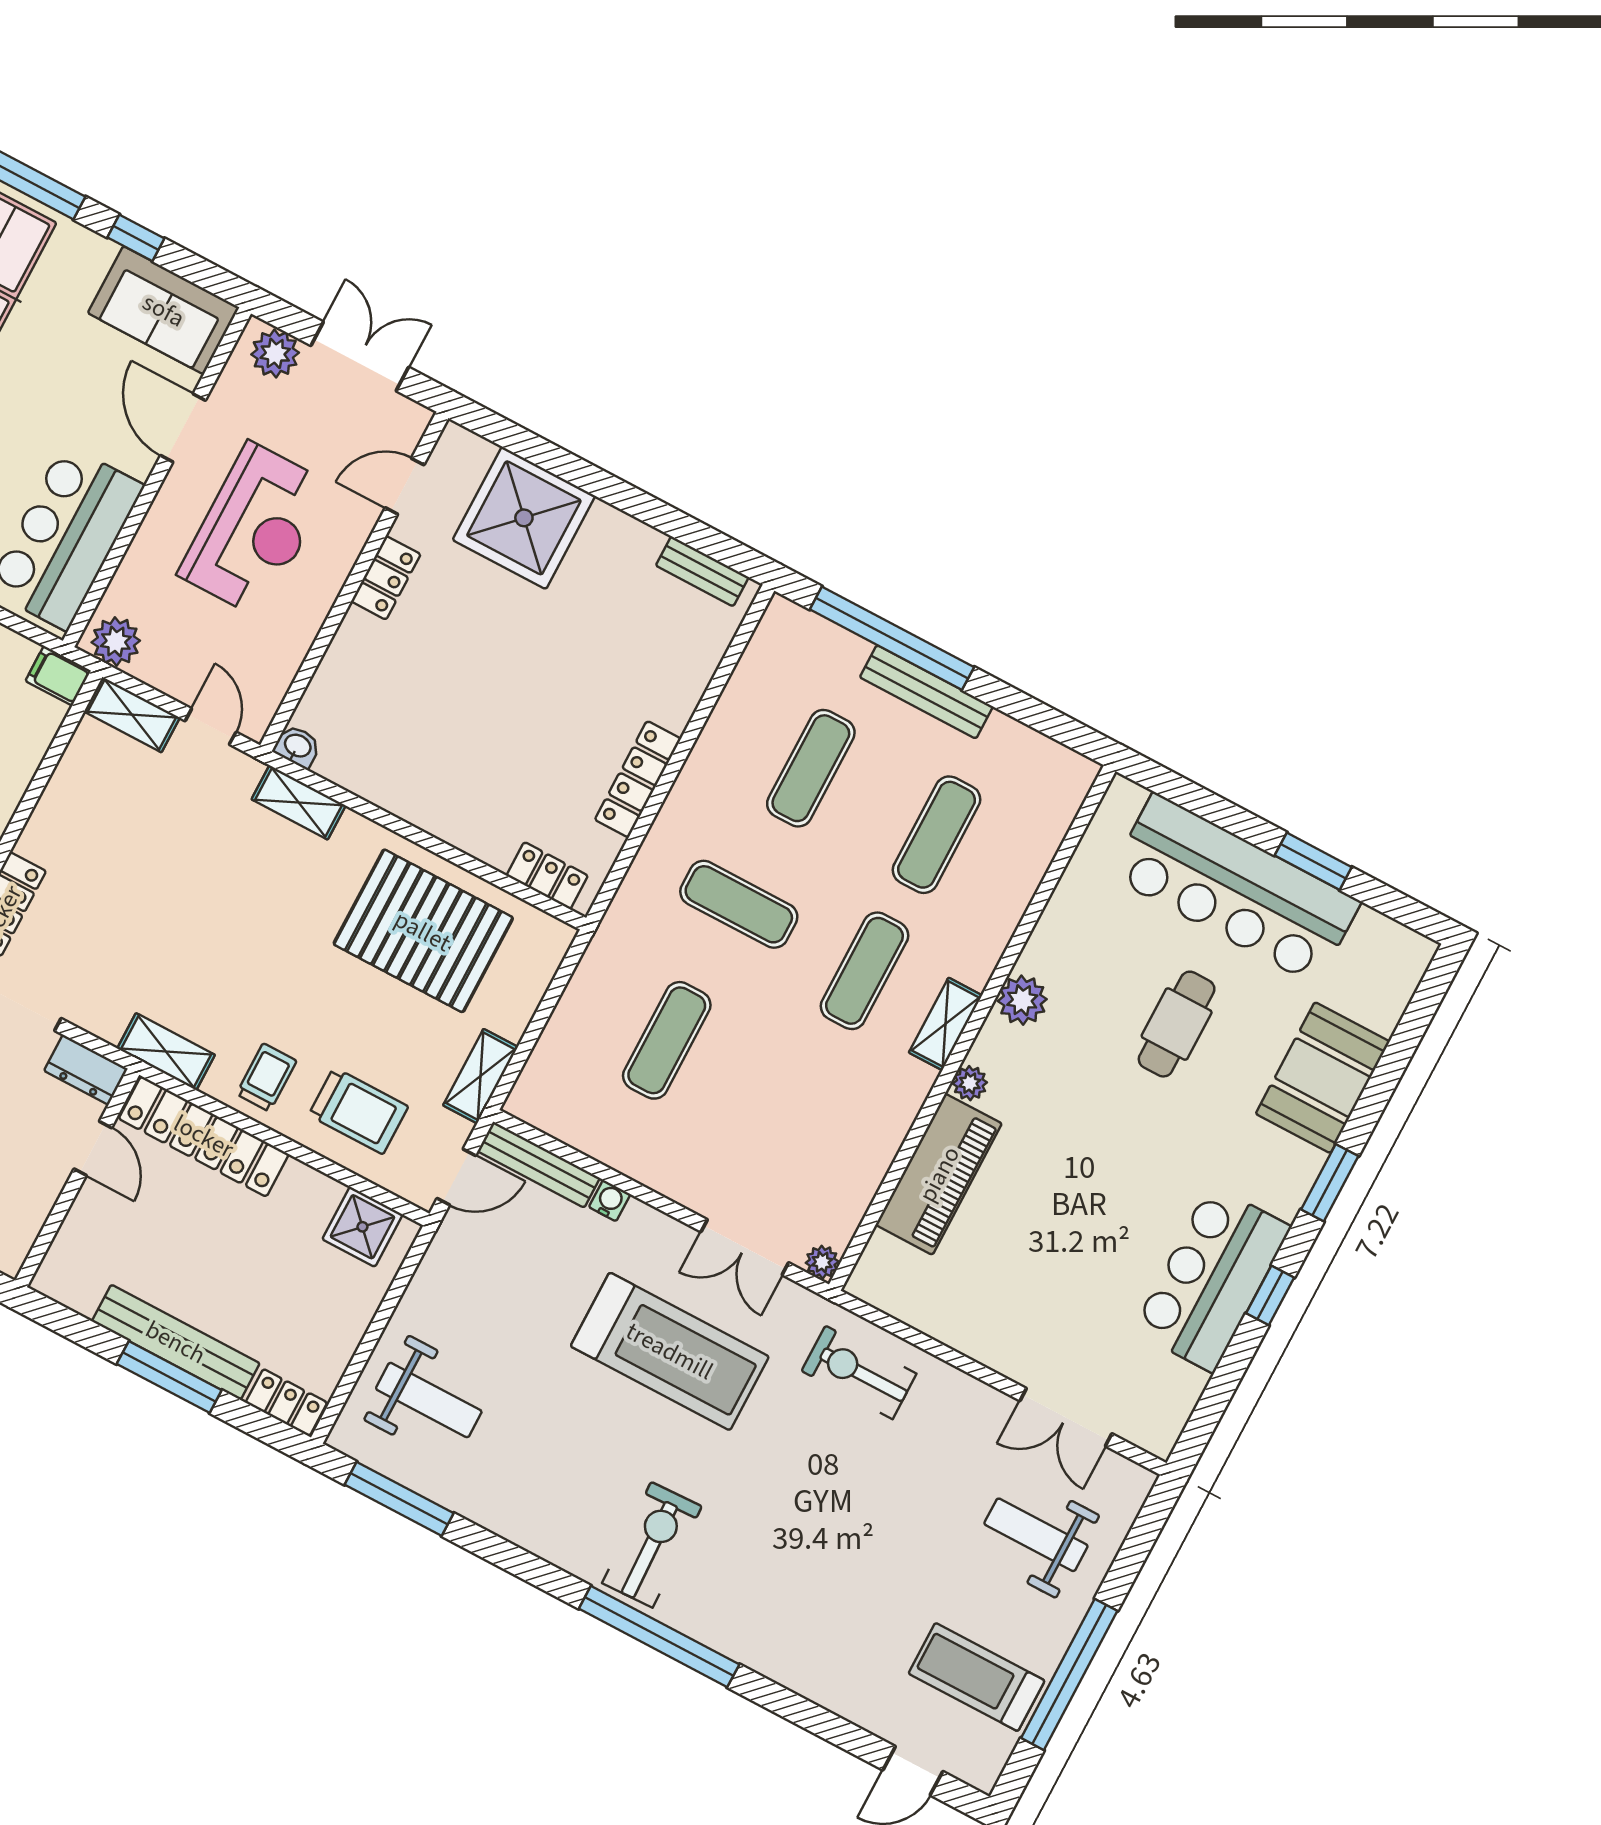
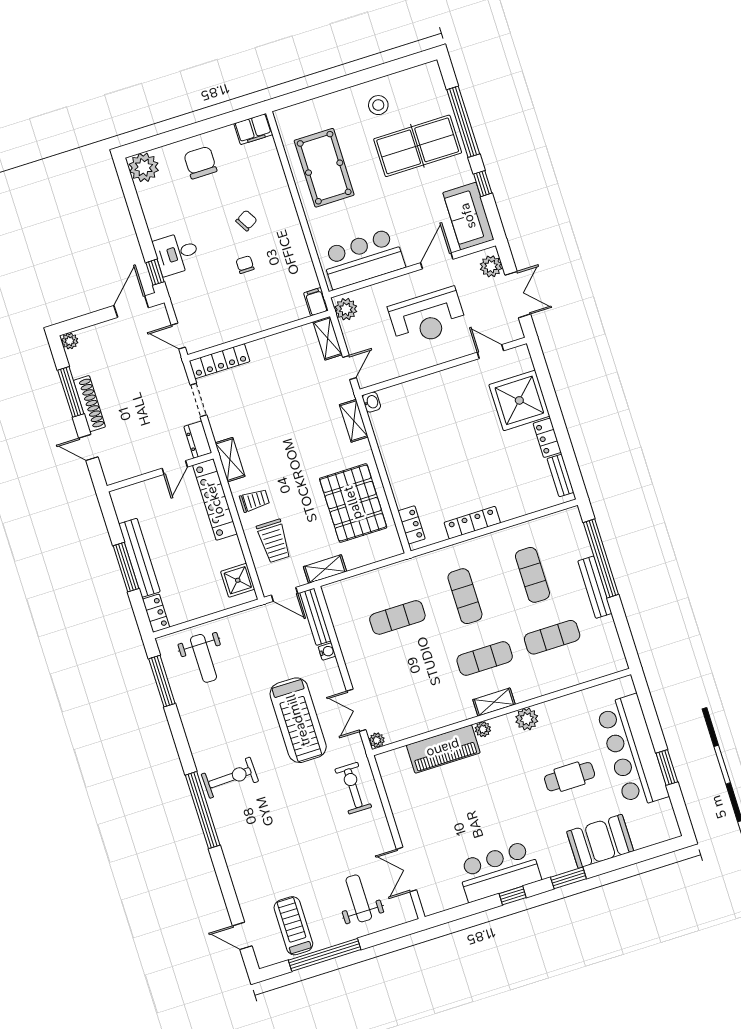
locker: (386, 578) -> (547, 438), moved, turned 90
exercise mat: (811, 768) -> (532, 575), turned 90

